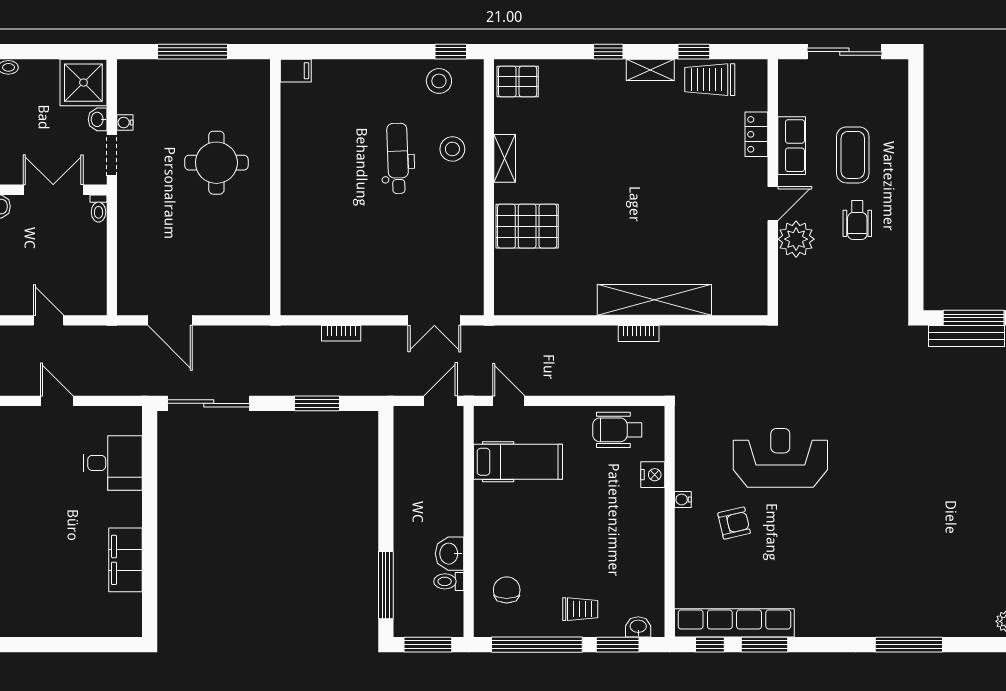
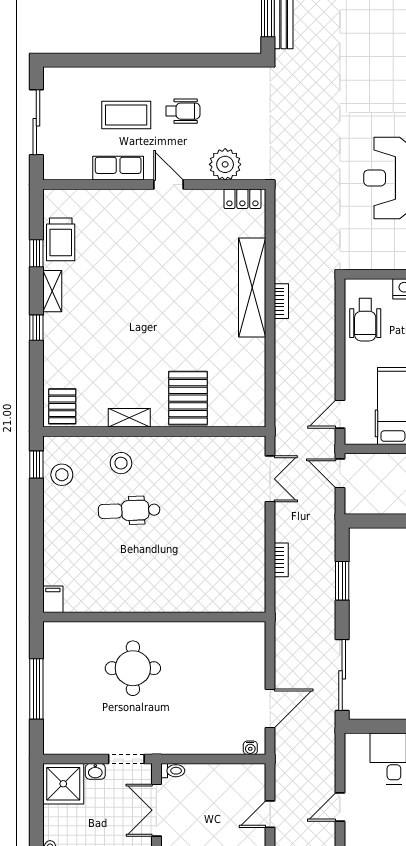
water cooler: (125, 122) -> (250, 748), moved
locker: (756, 134) -> (242, 199), moved
plant: (796, 239) -> (225, 164), moved

